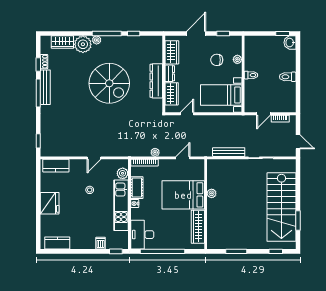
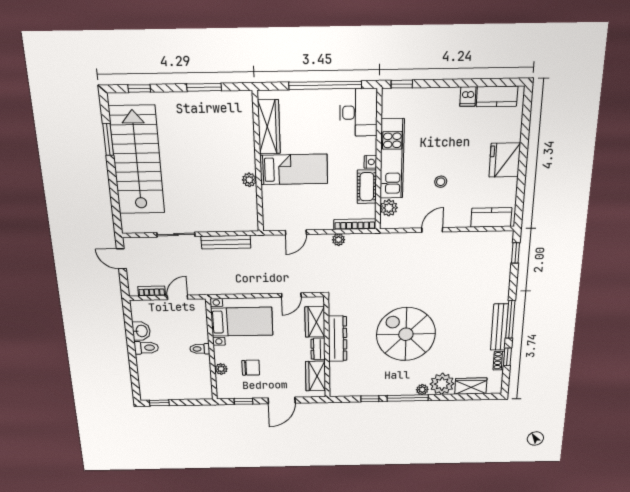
washbasin: (290, 43) -> (141, 331), moved
bed: (183, 195) -> (294, 169), width x0.67
dishwasher: (101, 243) -> (468, 97), moved

